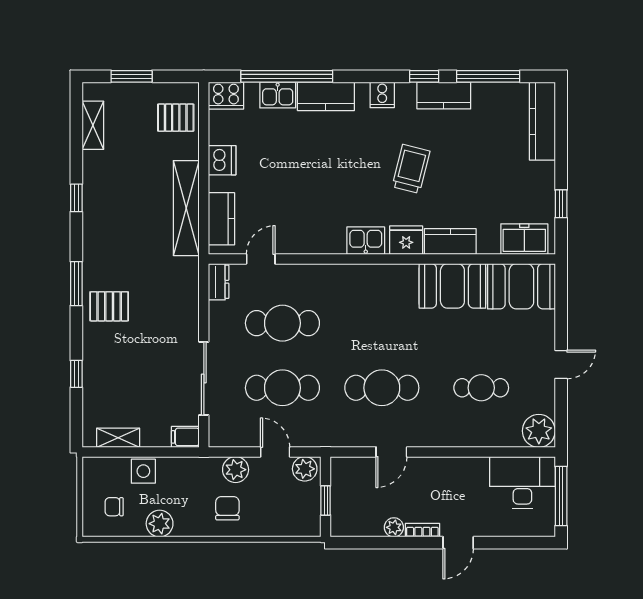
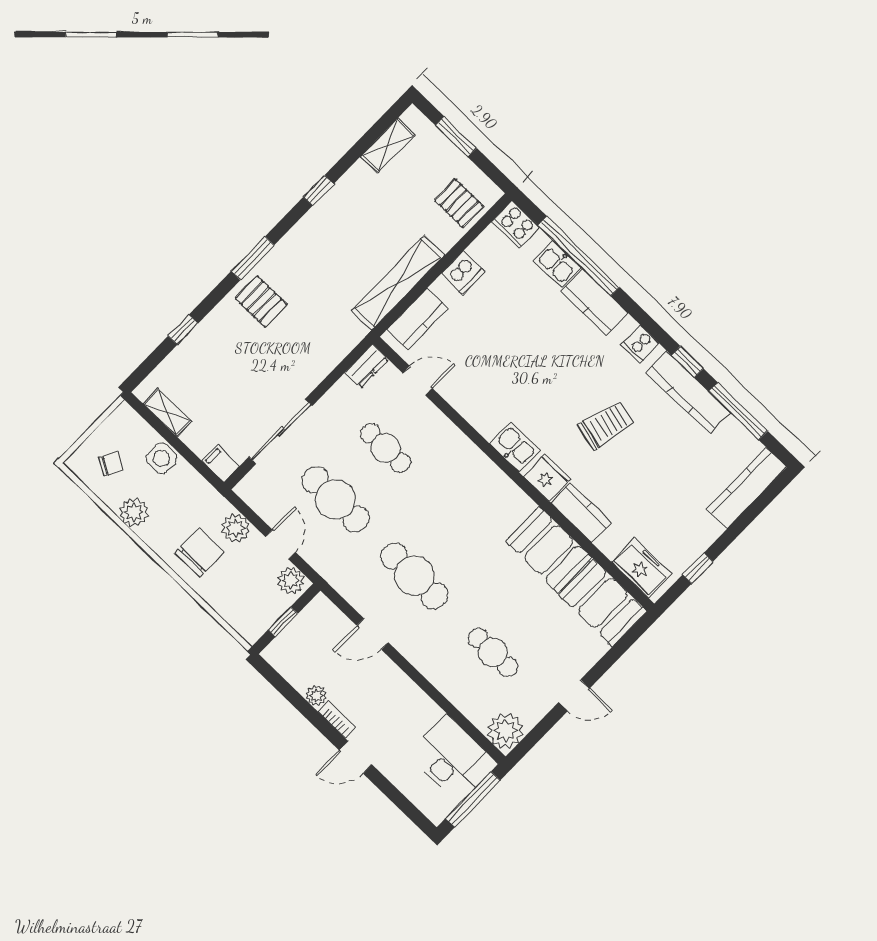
kitchen counter: (444, 95) -> (688, 392), width x1.50
cafe table: (282, 323) -> (385, 448), width x0.73, depth x0.74
chair: (114, 507) -> (111, 464), turned 119
chair: (227, 508) -> (199, 552), width x1.37, depth x1.37

